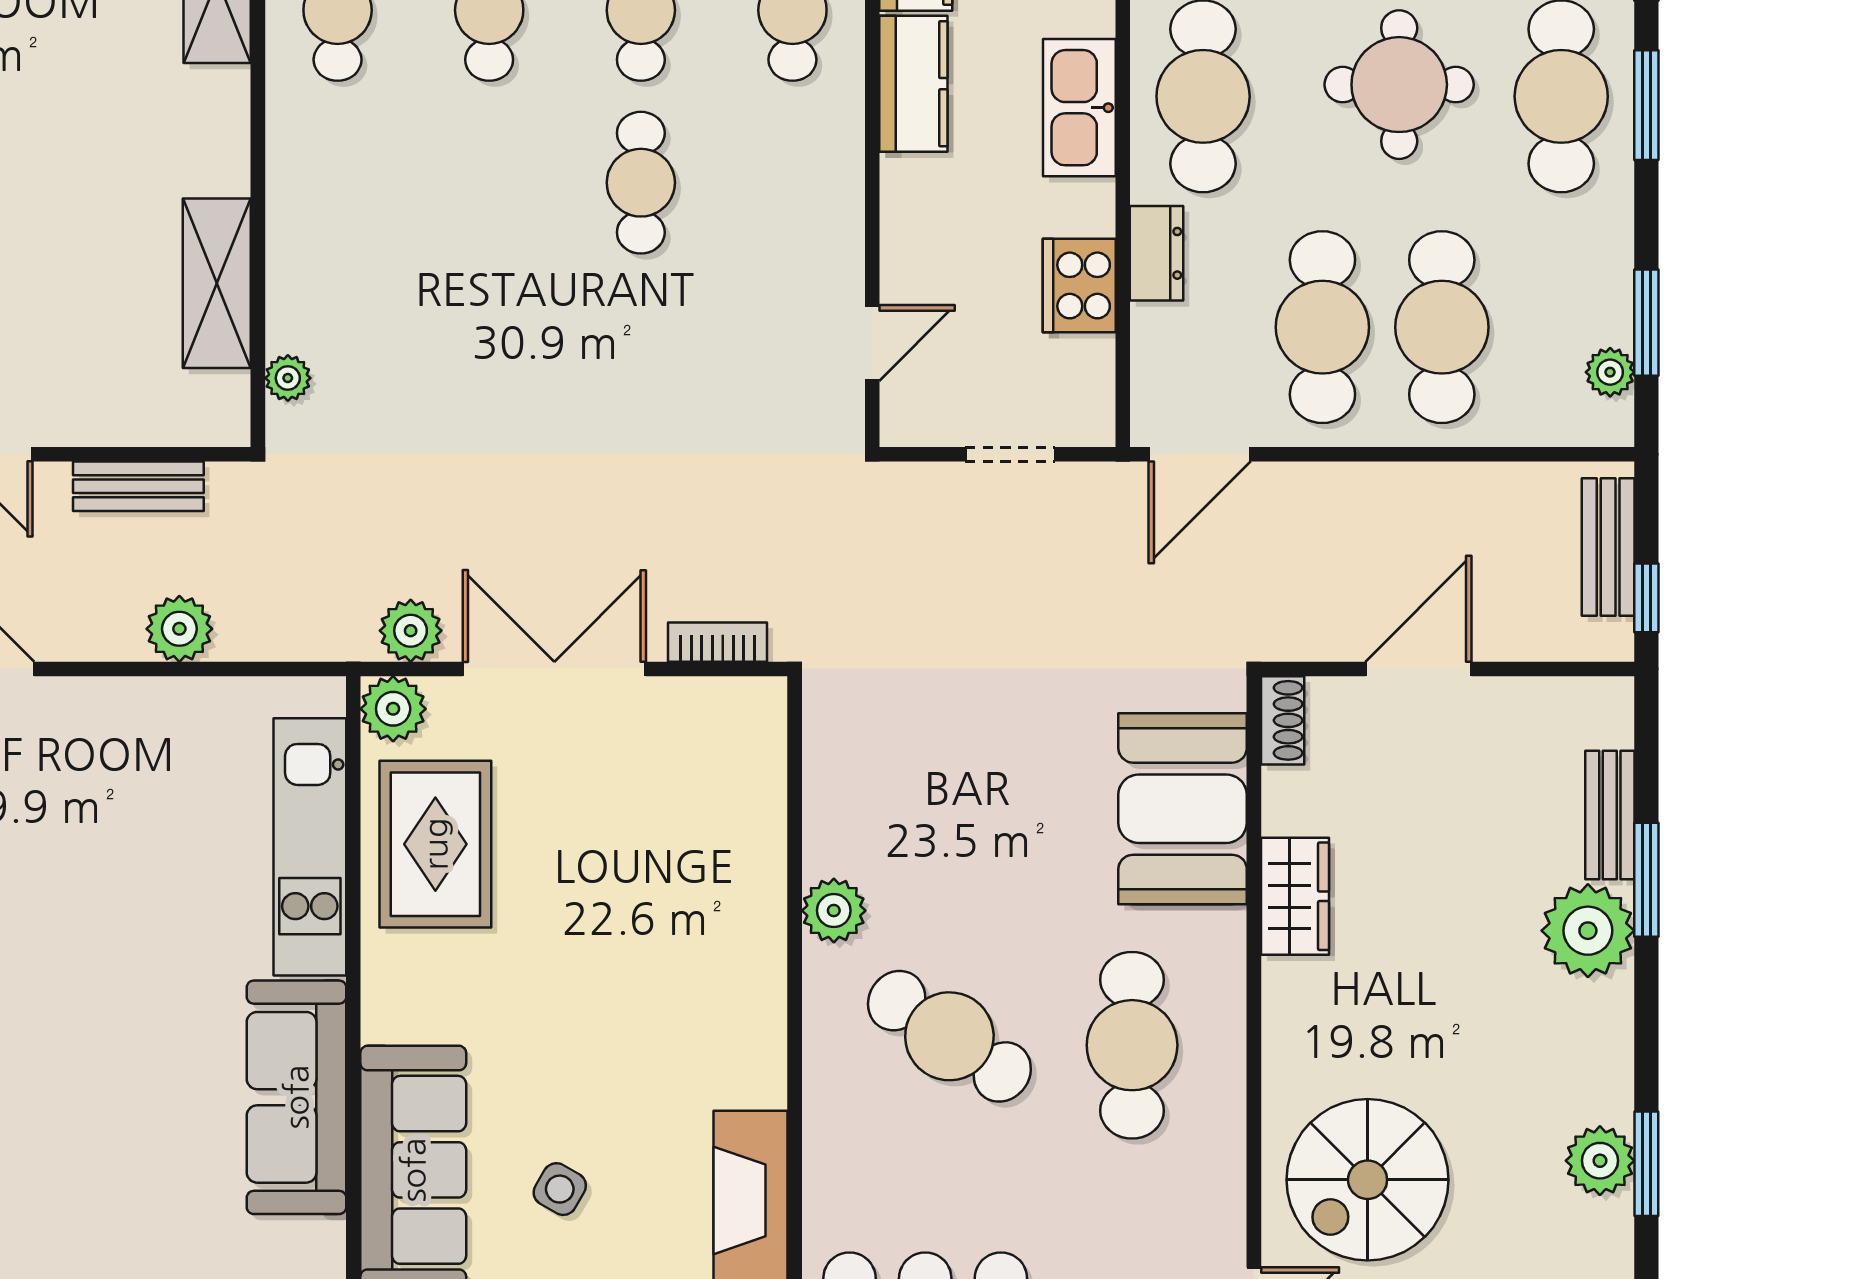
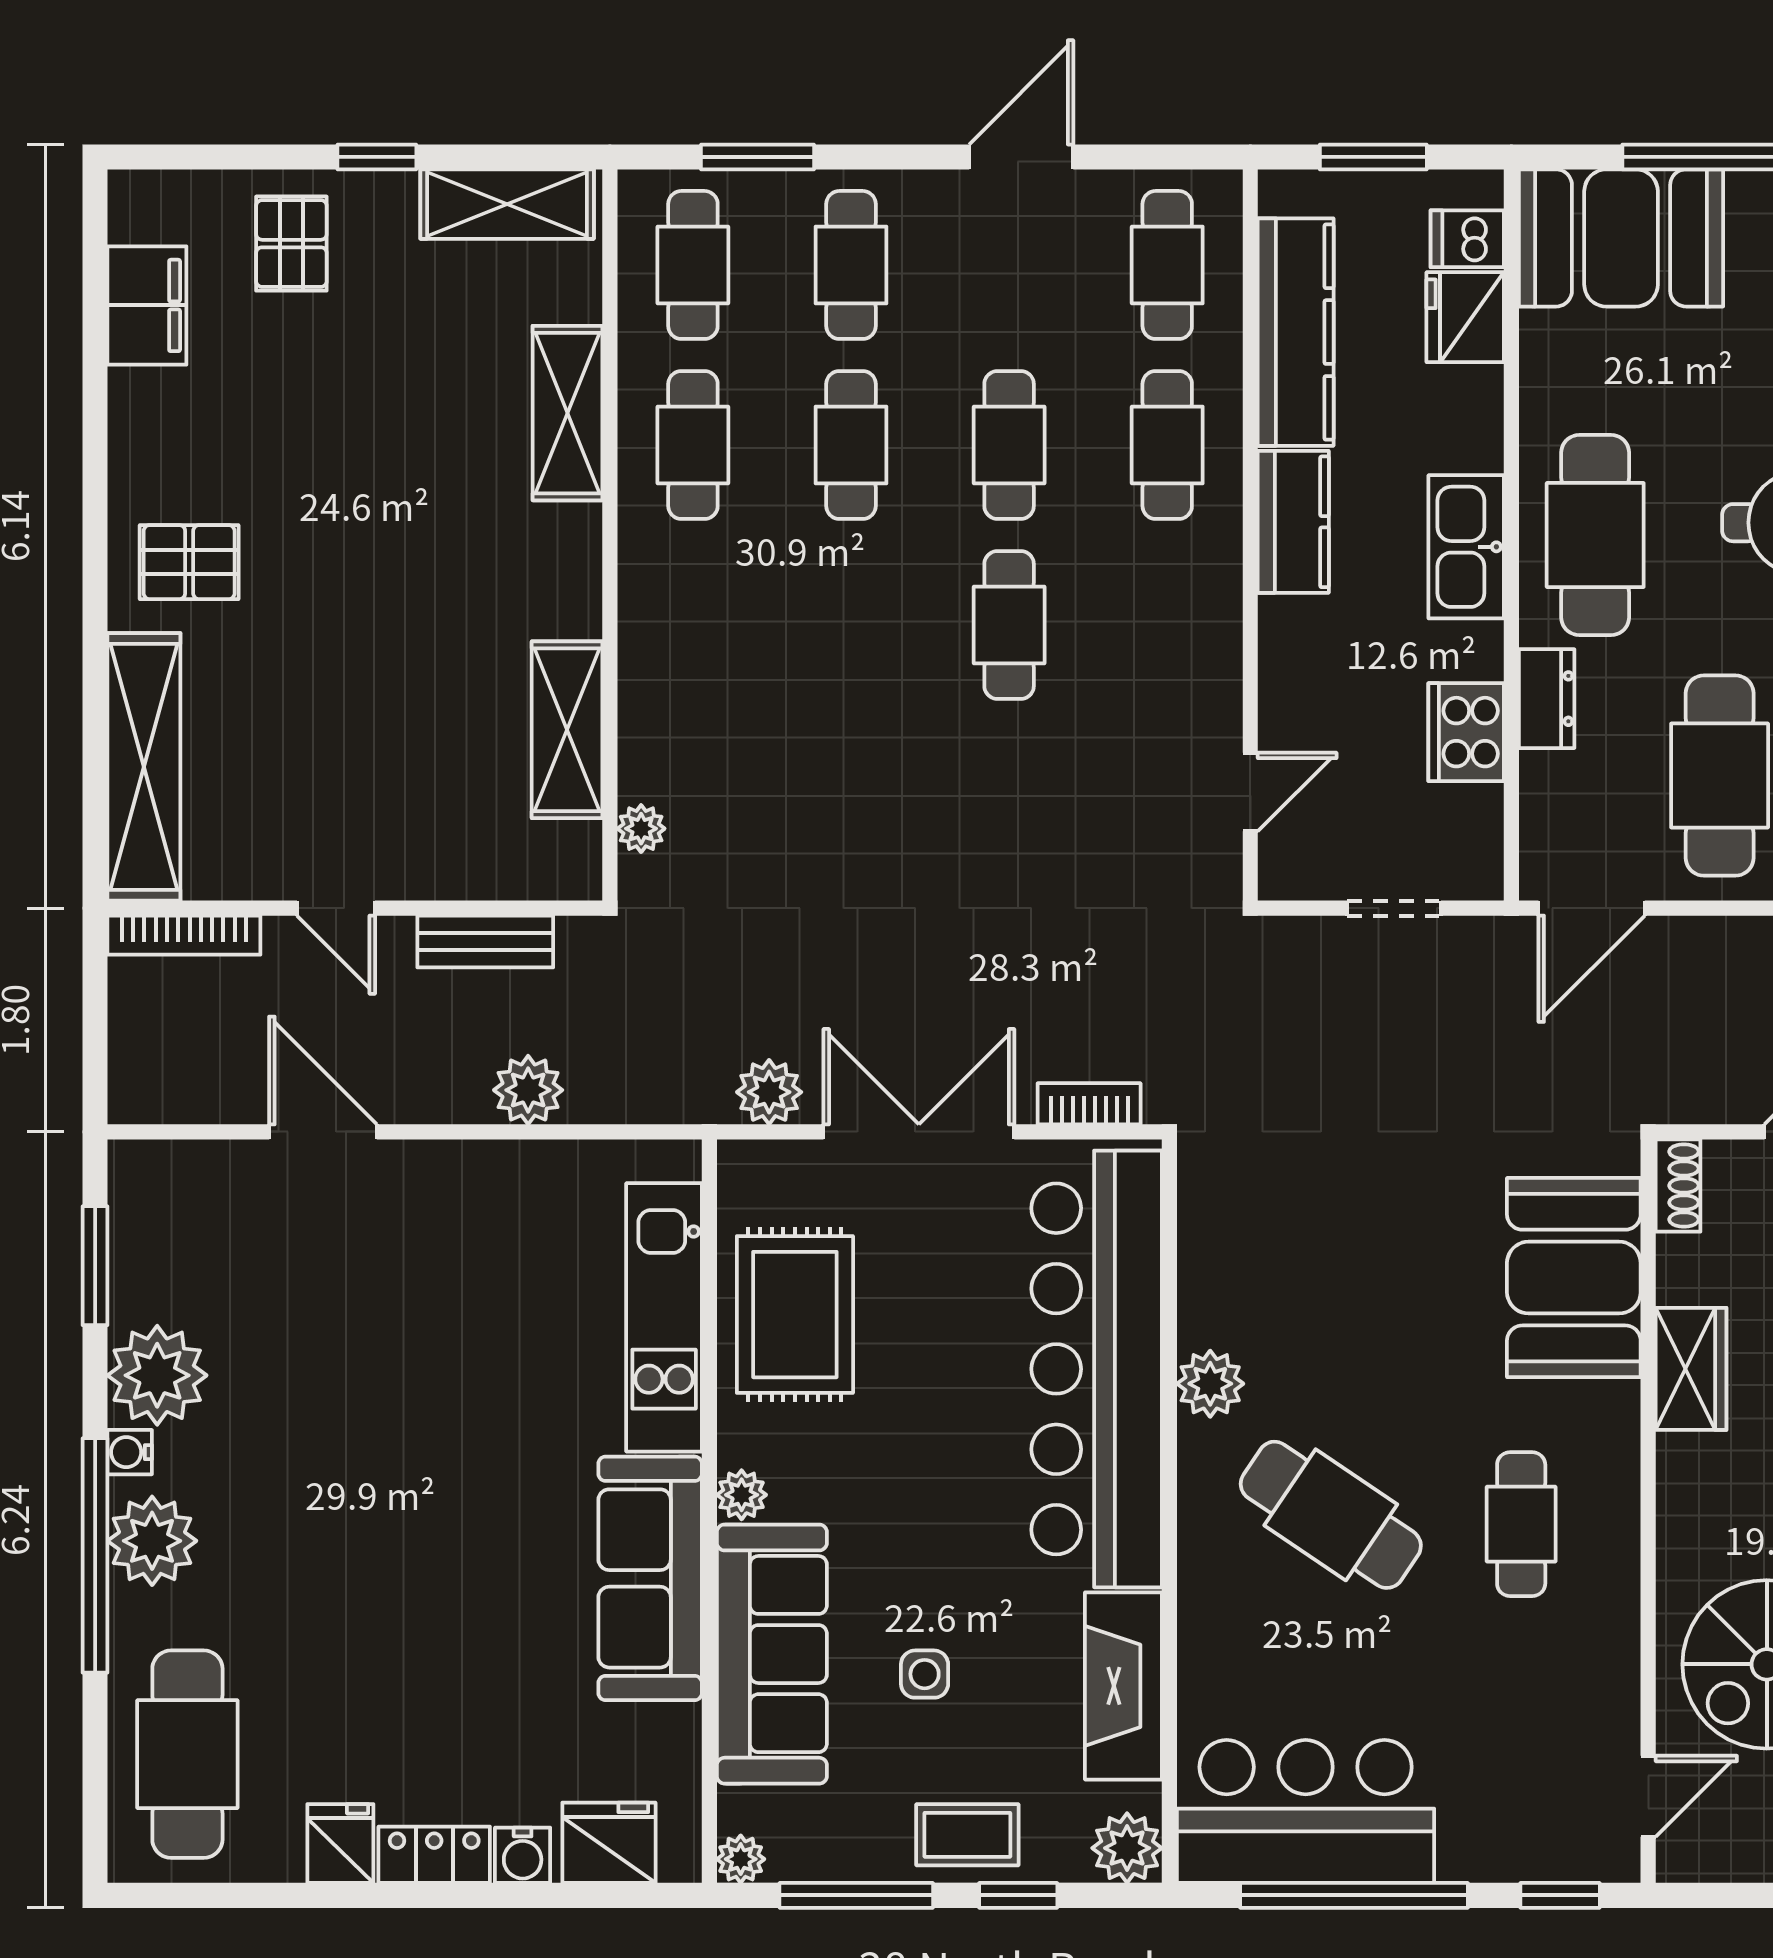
plant: (393, 709) -> (742, 1495), moved, width x0.73, depth x0.73
bar counter: (725, 896) -> (1097, 1369), added
cafe table: (1132, 1045) -> (1521, 1524), width x0.73, depth x0.74
side table: (560, 1189) -> (925, 1674), turned -30

